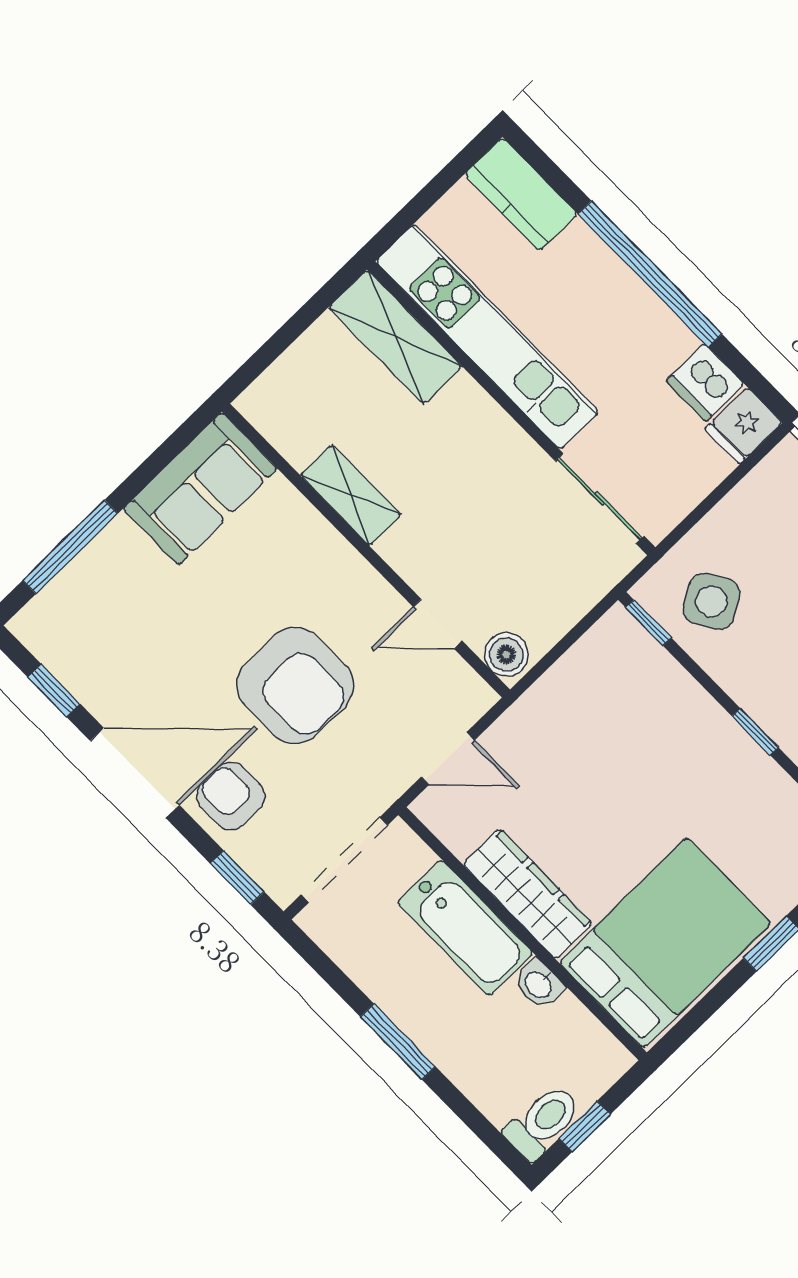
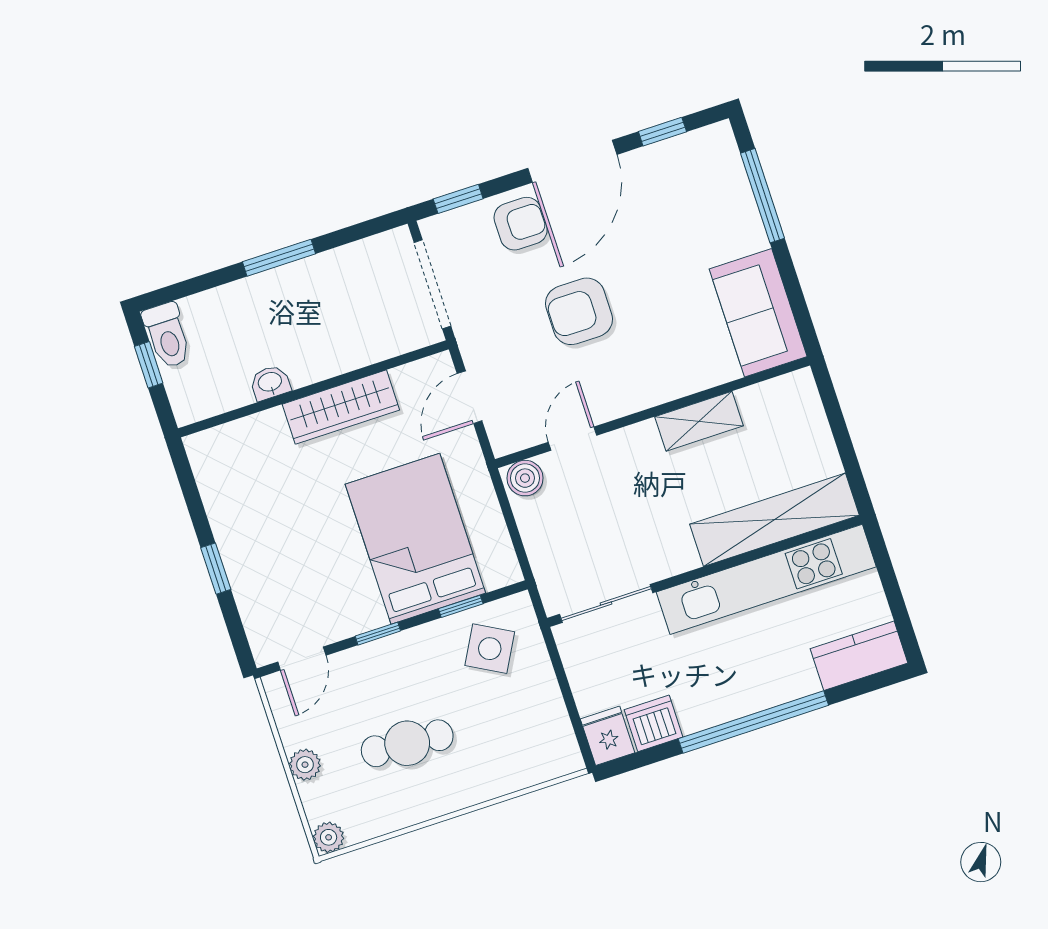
shelving: (395, 337) -> (775, 520), width x1.47
side table: (711, 601) -> (490, 649), turned -30
window: (649, 623) -> (461, 606), moved
armchair: (295, 685) -> (579, 311), width x0.73, depth x0.73
bathtub: (465, 928) -> (339, 349), removed
bed: (665, 943) -> (415, 539), moved, turned 180

